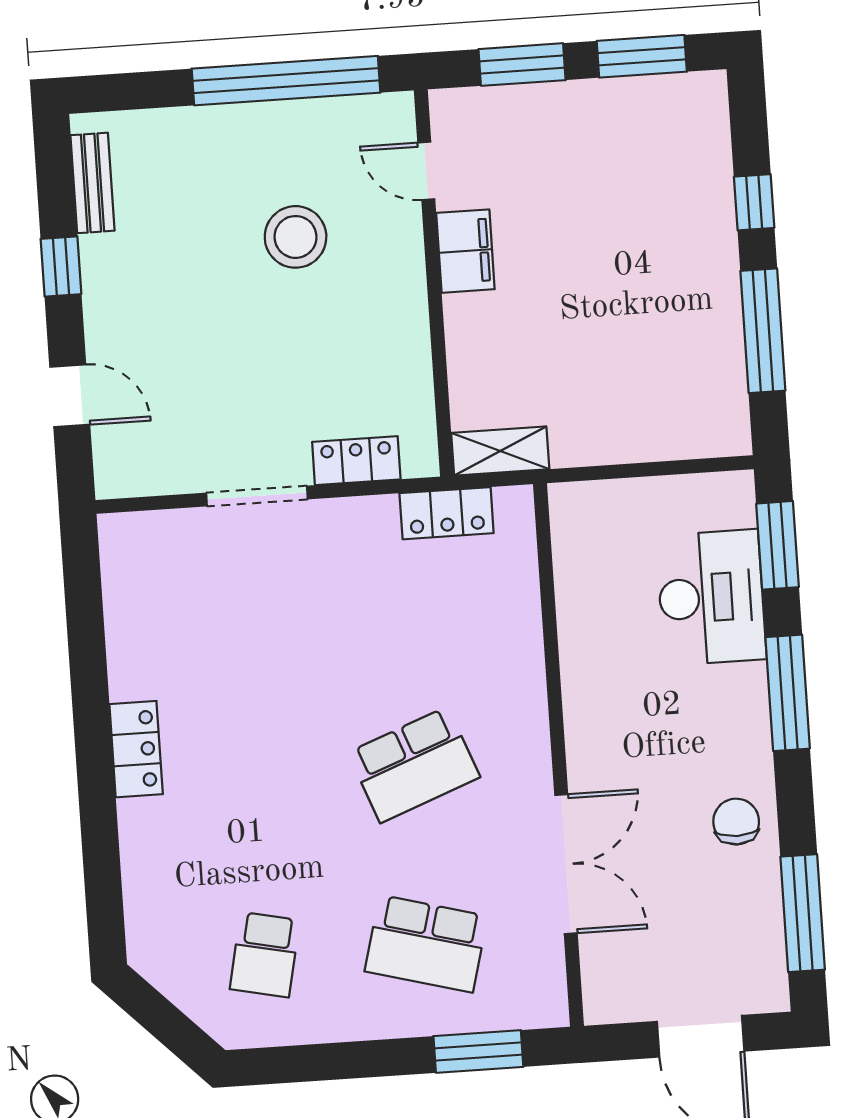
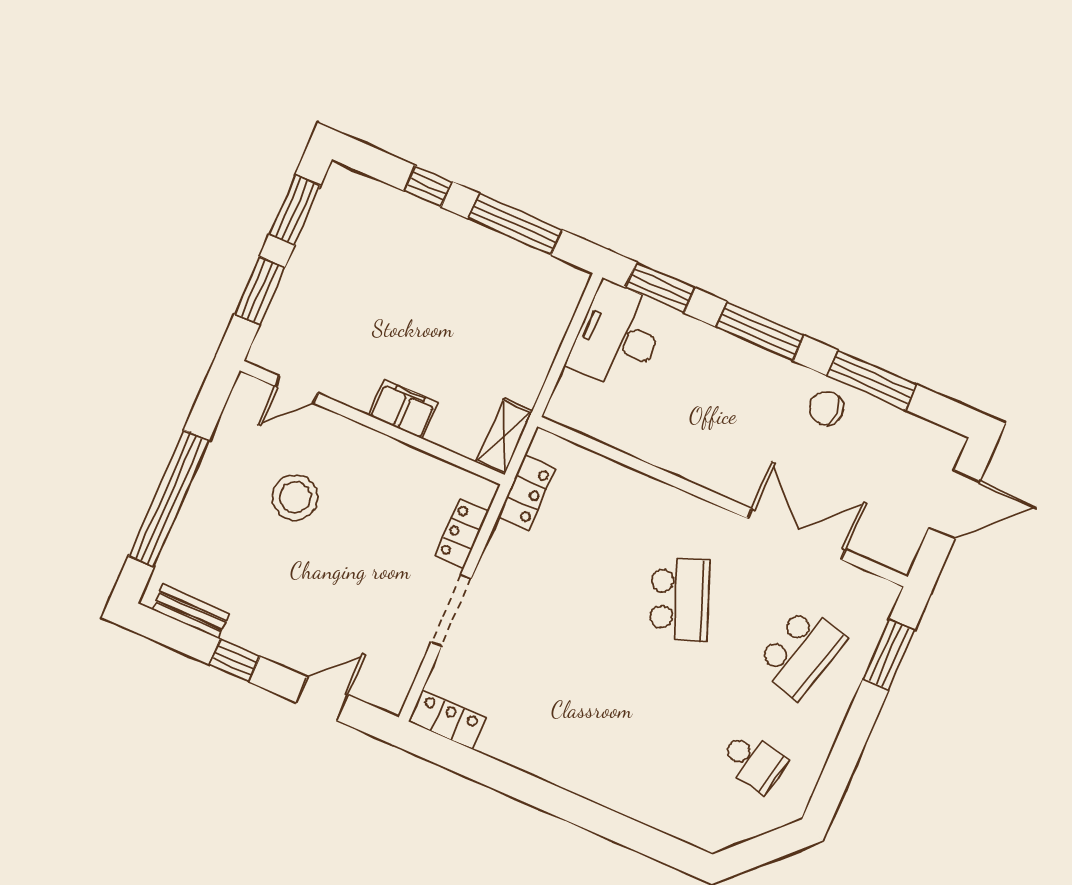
window: (286, 81) -> (169, 498), moved
filing cabinet: (465, 251) -> (403, 409), moved
desk: (711, 597) -> (618, 336), moved, turned -90
locker: (136, 749) -> (448, 720), moved
window: (803, 913) -> (872, 380), moved

